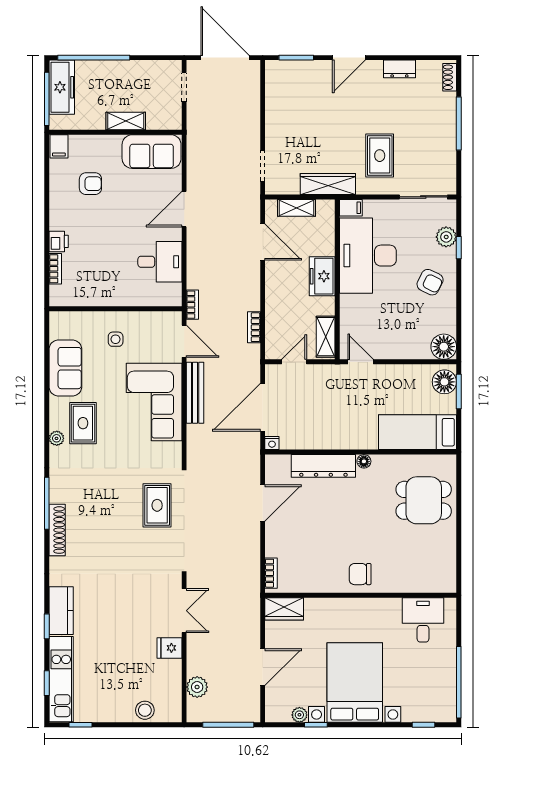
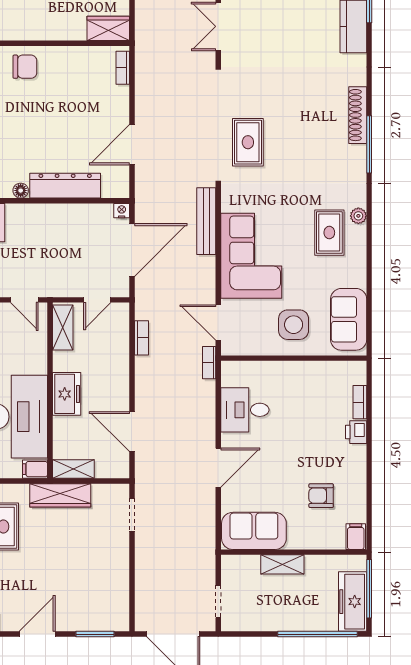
shelving: (296, 208) -> (73, 469), moved
side table: (116, 339) -> (294, 325), width x1.87, depth x1.87
sofa: (65, 368) -> (349, 319), moved
bench: (195, 393) -> (206, 221), moved

